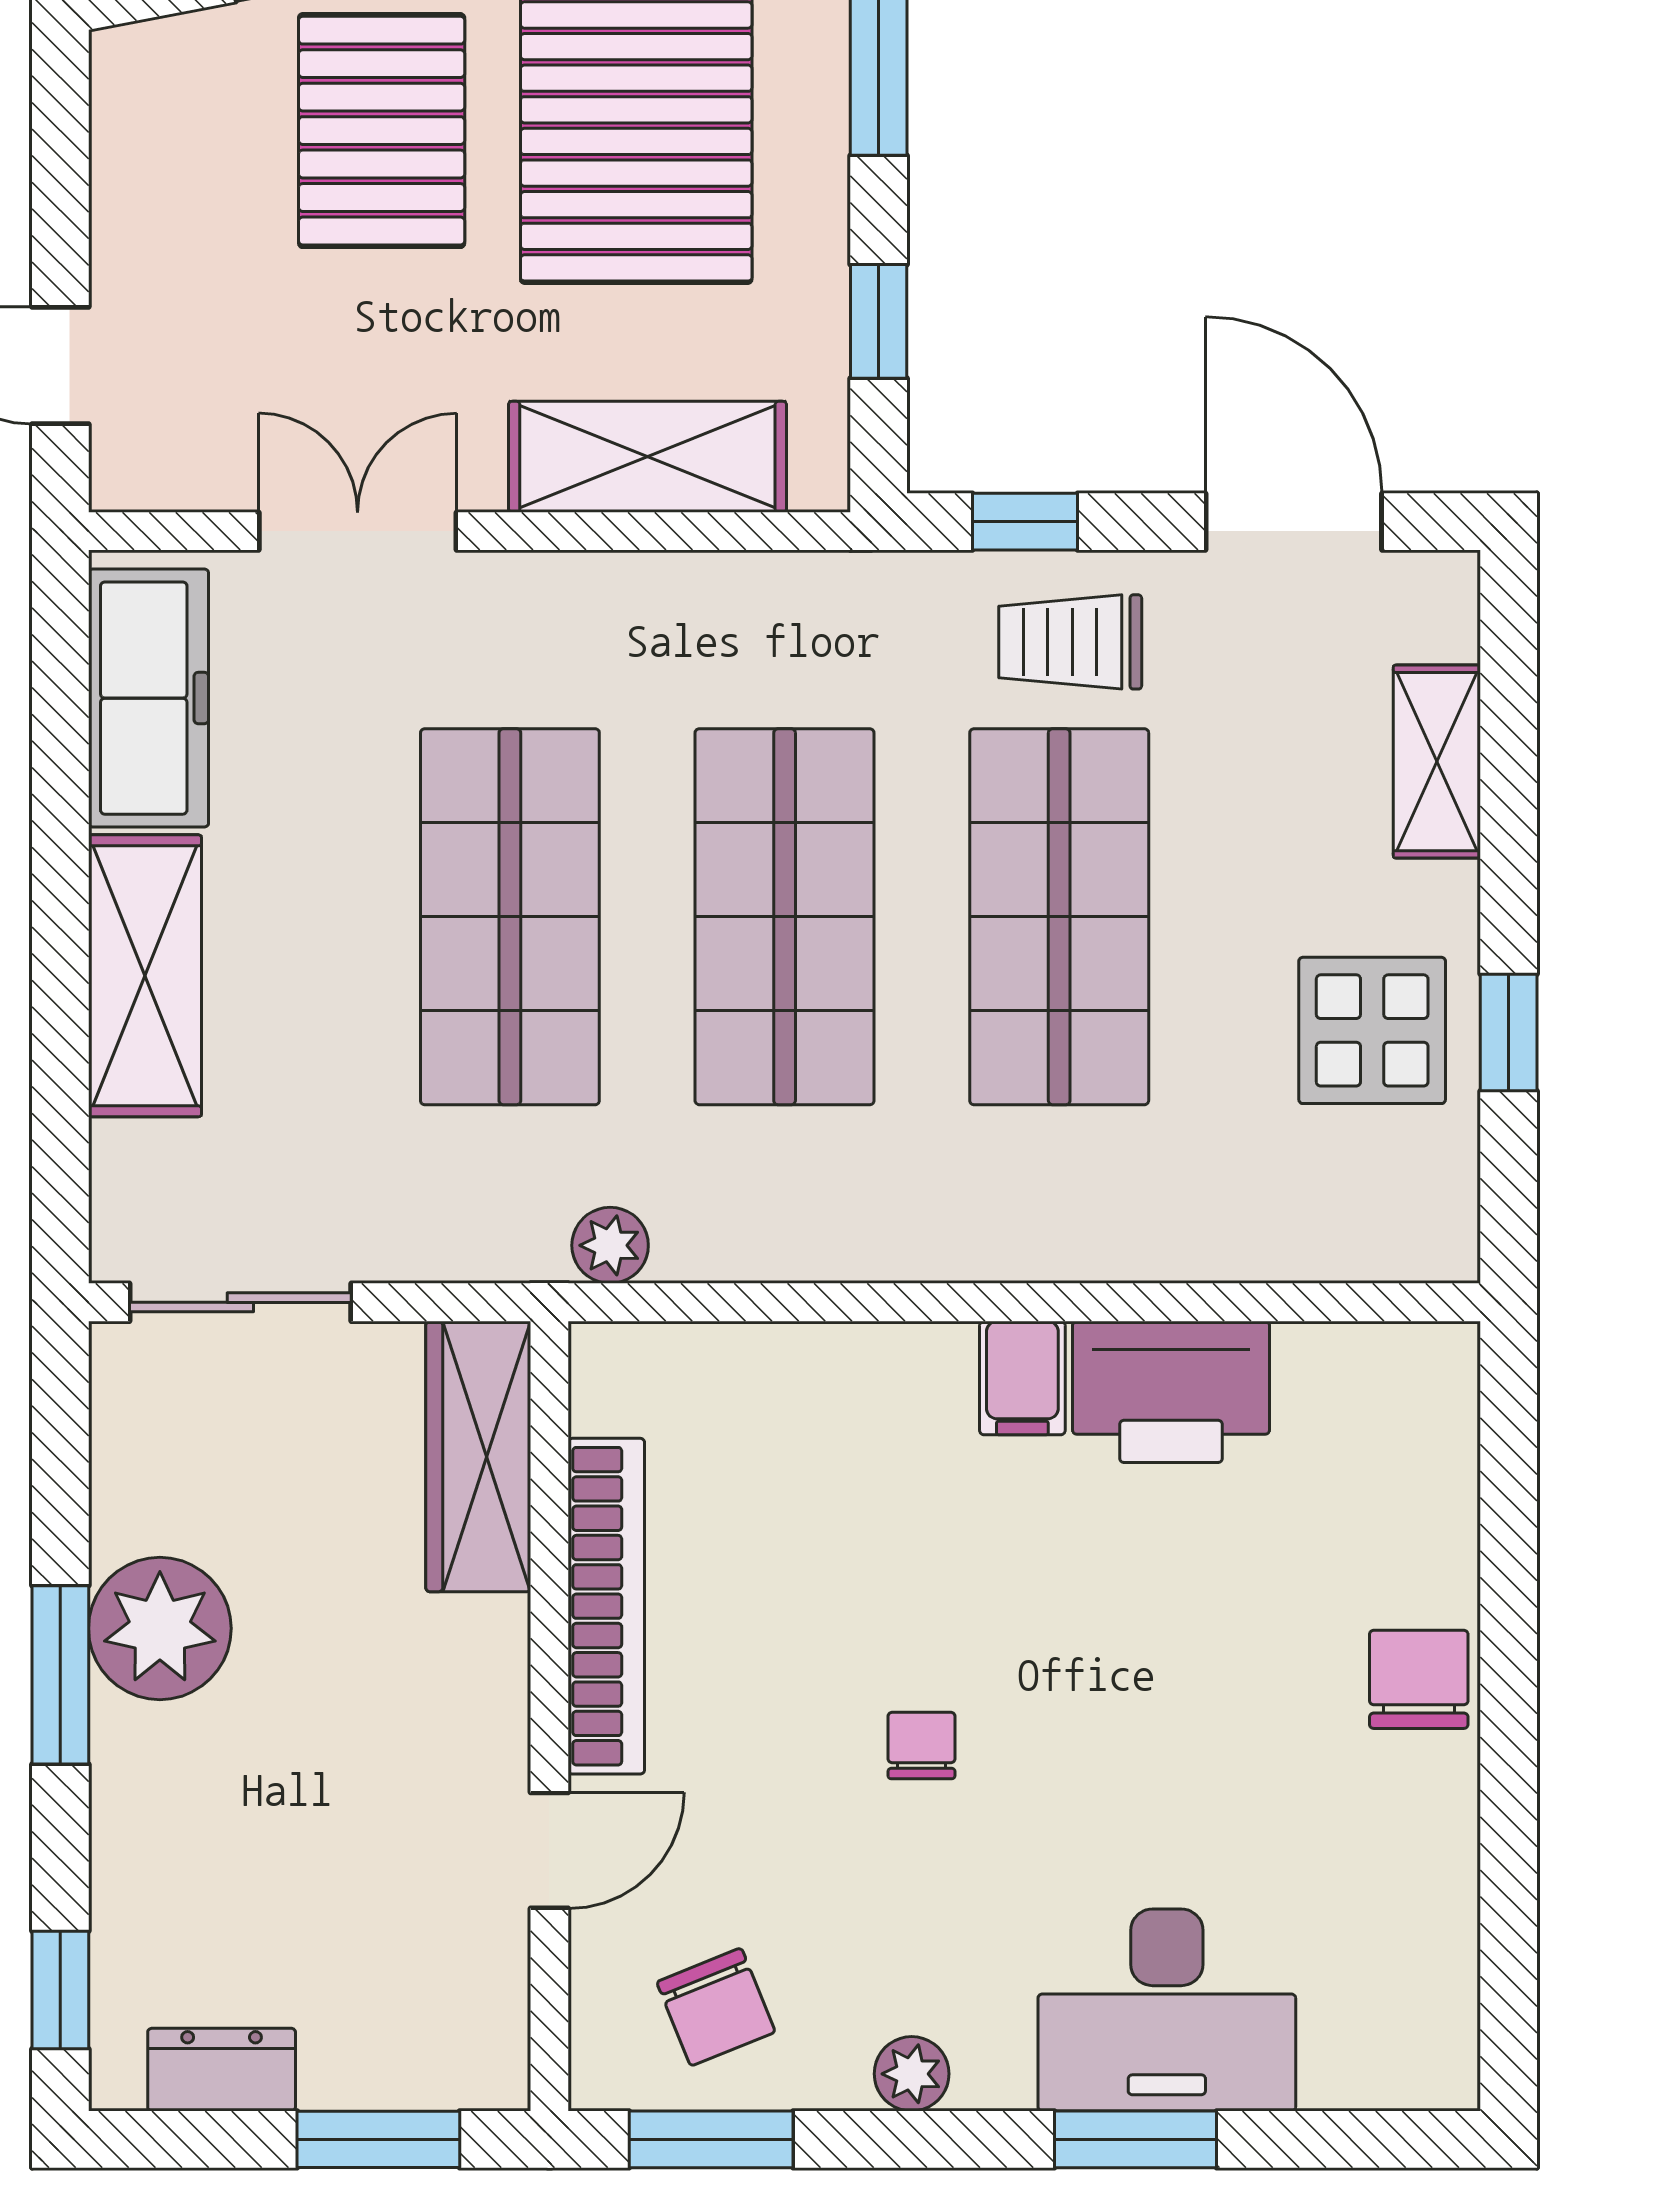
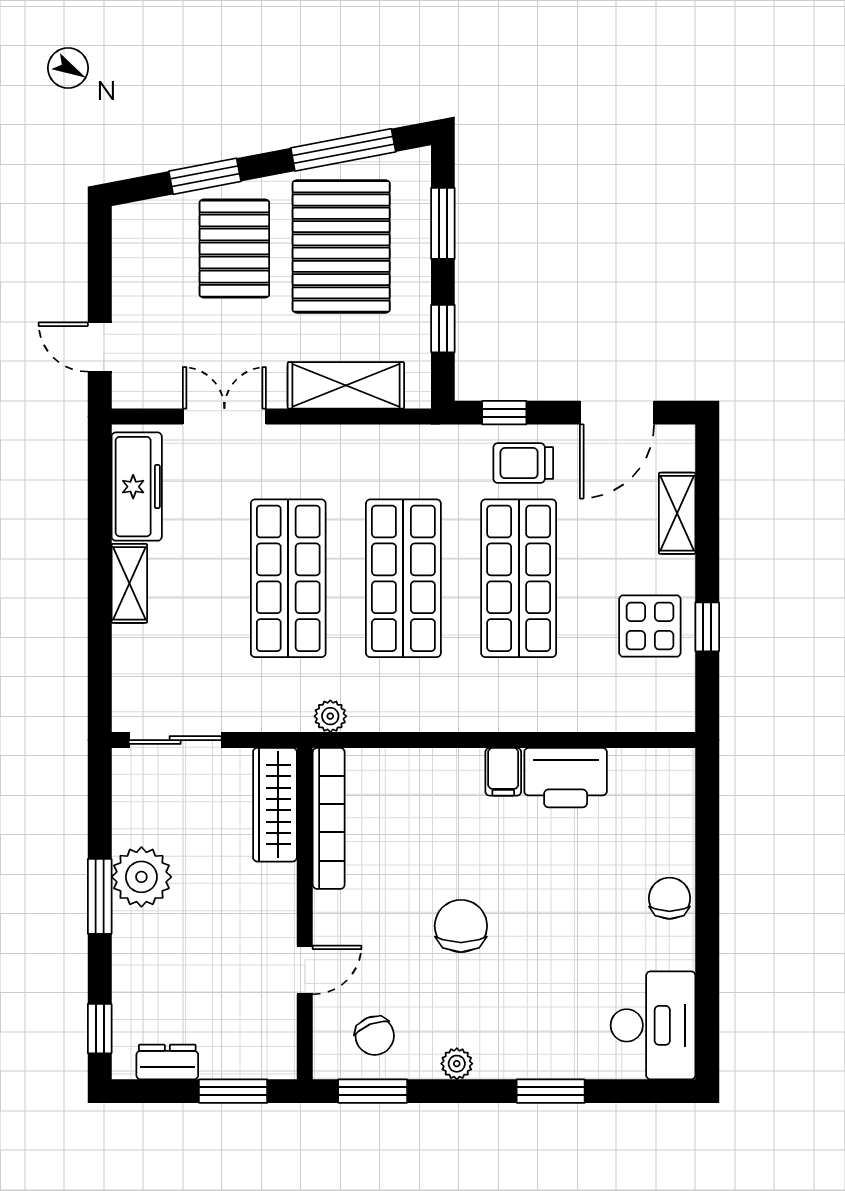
door: (1294, 522) -> (617, 413), swing flipped
shelving: (145, 976) -> (129, 583), width x0.67, depth x0.75
bookcase: (606, 1606) -> (329, 818), moved
chair: (921, 1745) -> (461, 926), width x1.87, depth x1.87
desk: (1167, 2010) -> (653, 1025), moved, turned -90

